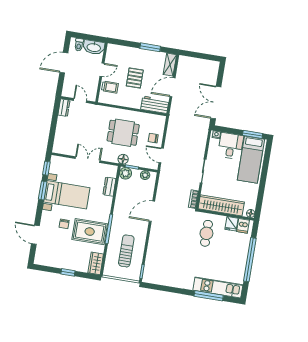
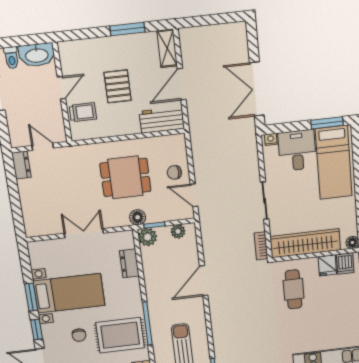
window: (46, 168) -> (37, 330), moved

